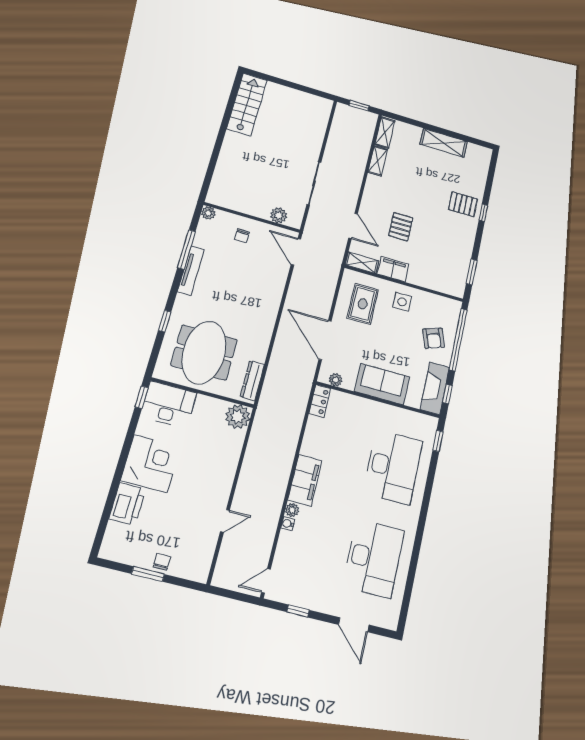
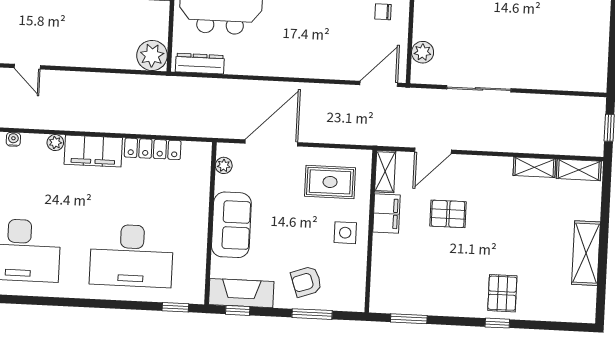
window: (458, 340) -> (312, 314), width x0.47
locker: (320, 401) -> (153, 149), moved, width x1.53
water cooler: (288, 524) -> (13, 139), moved

